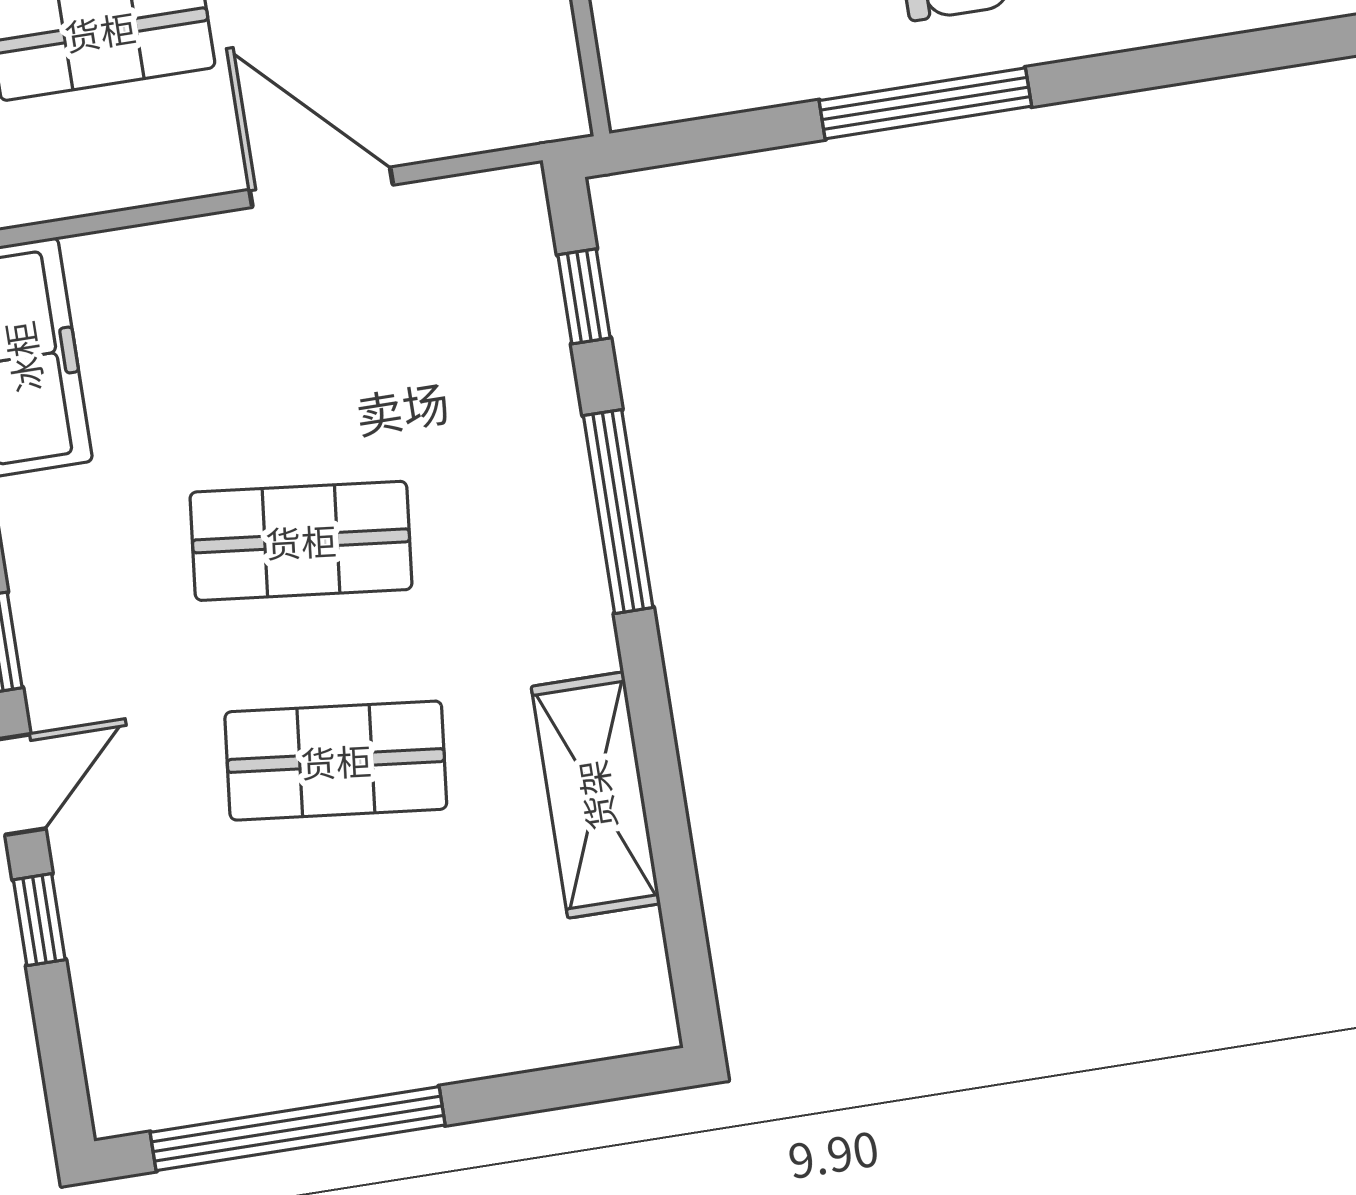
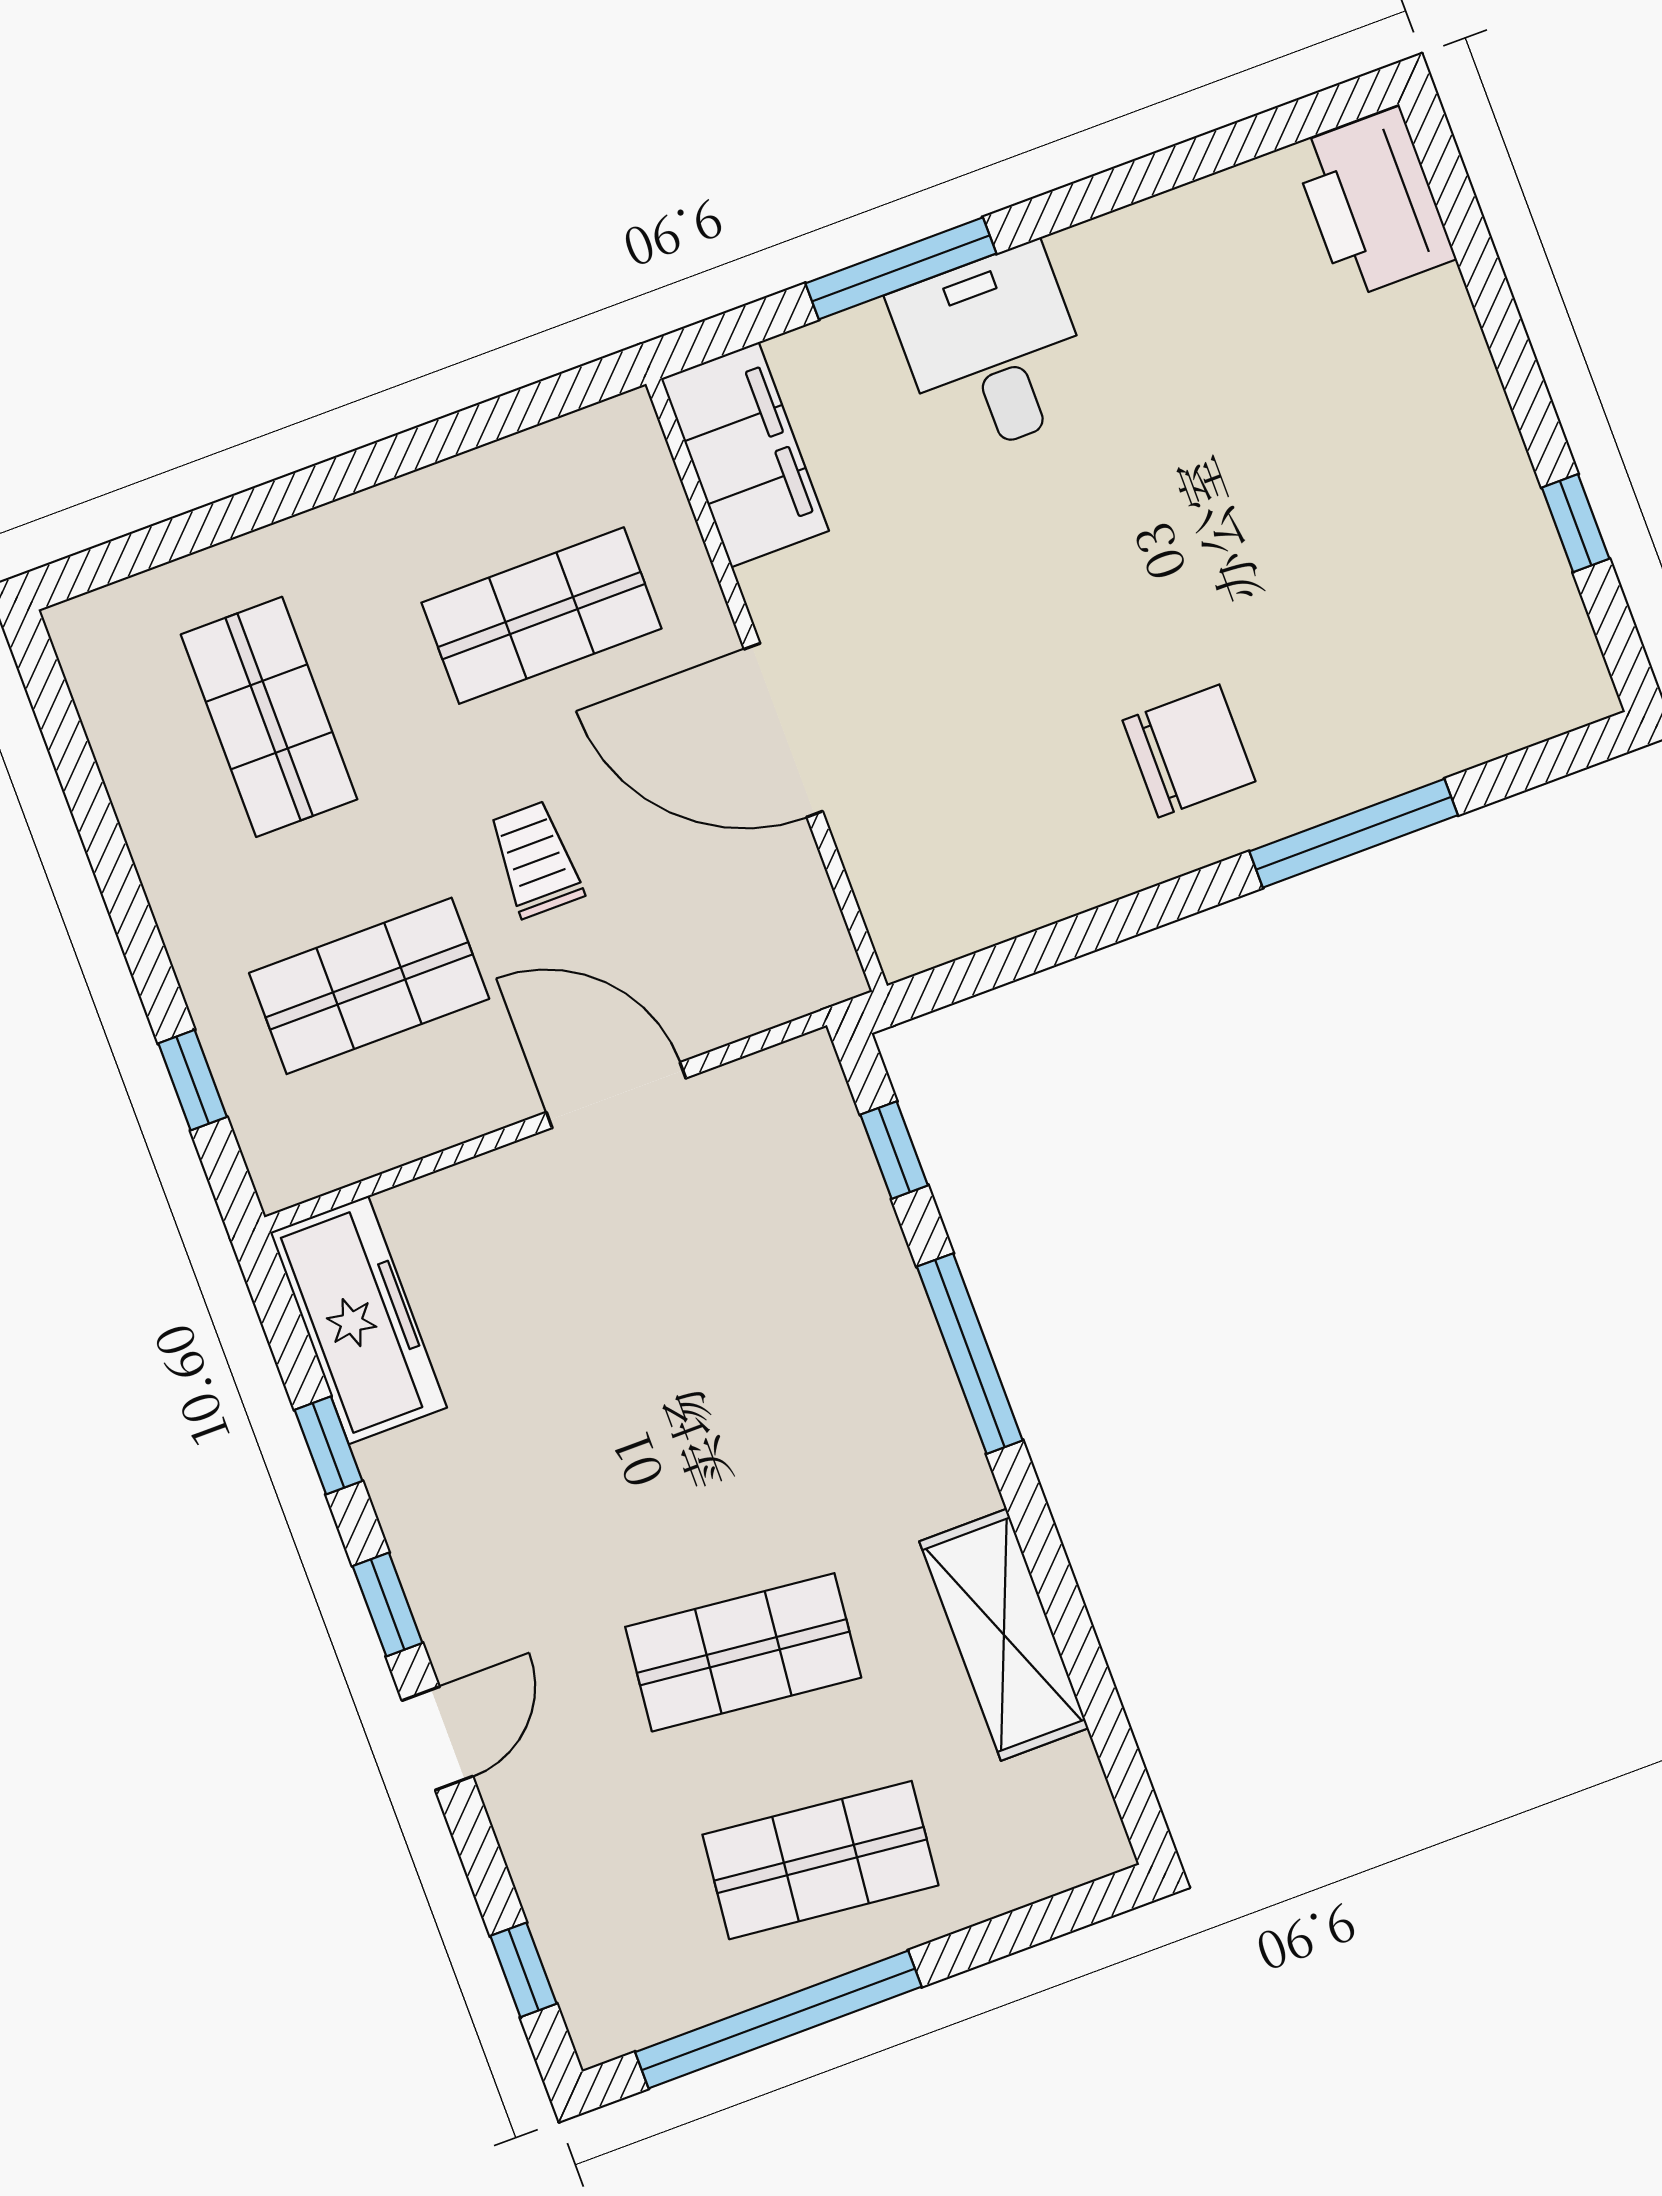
window: (925, 103) -> (1354, 833), moved
shop shelf: (301, 541) -> (820, 1860), moved
window: (39, 920) -> (523, 1970), moved

